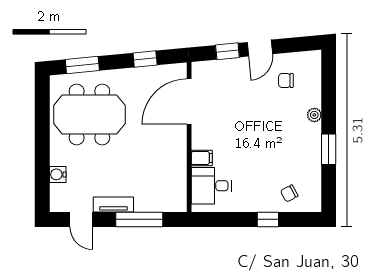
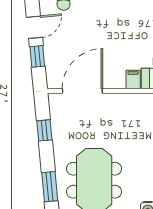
door: (260, 48) -> (34, 27), hinge flipped
door: (189, 102) -> (82, 91), swing flipped

